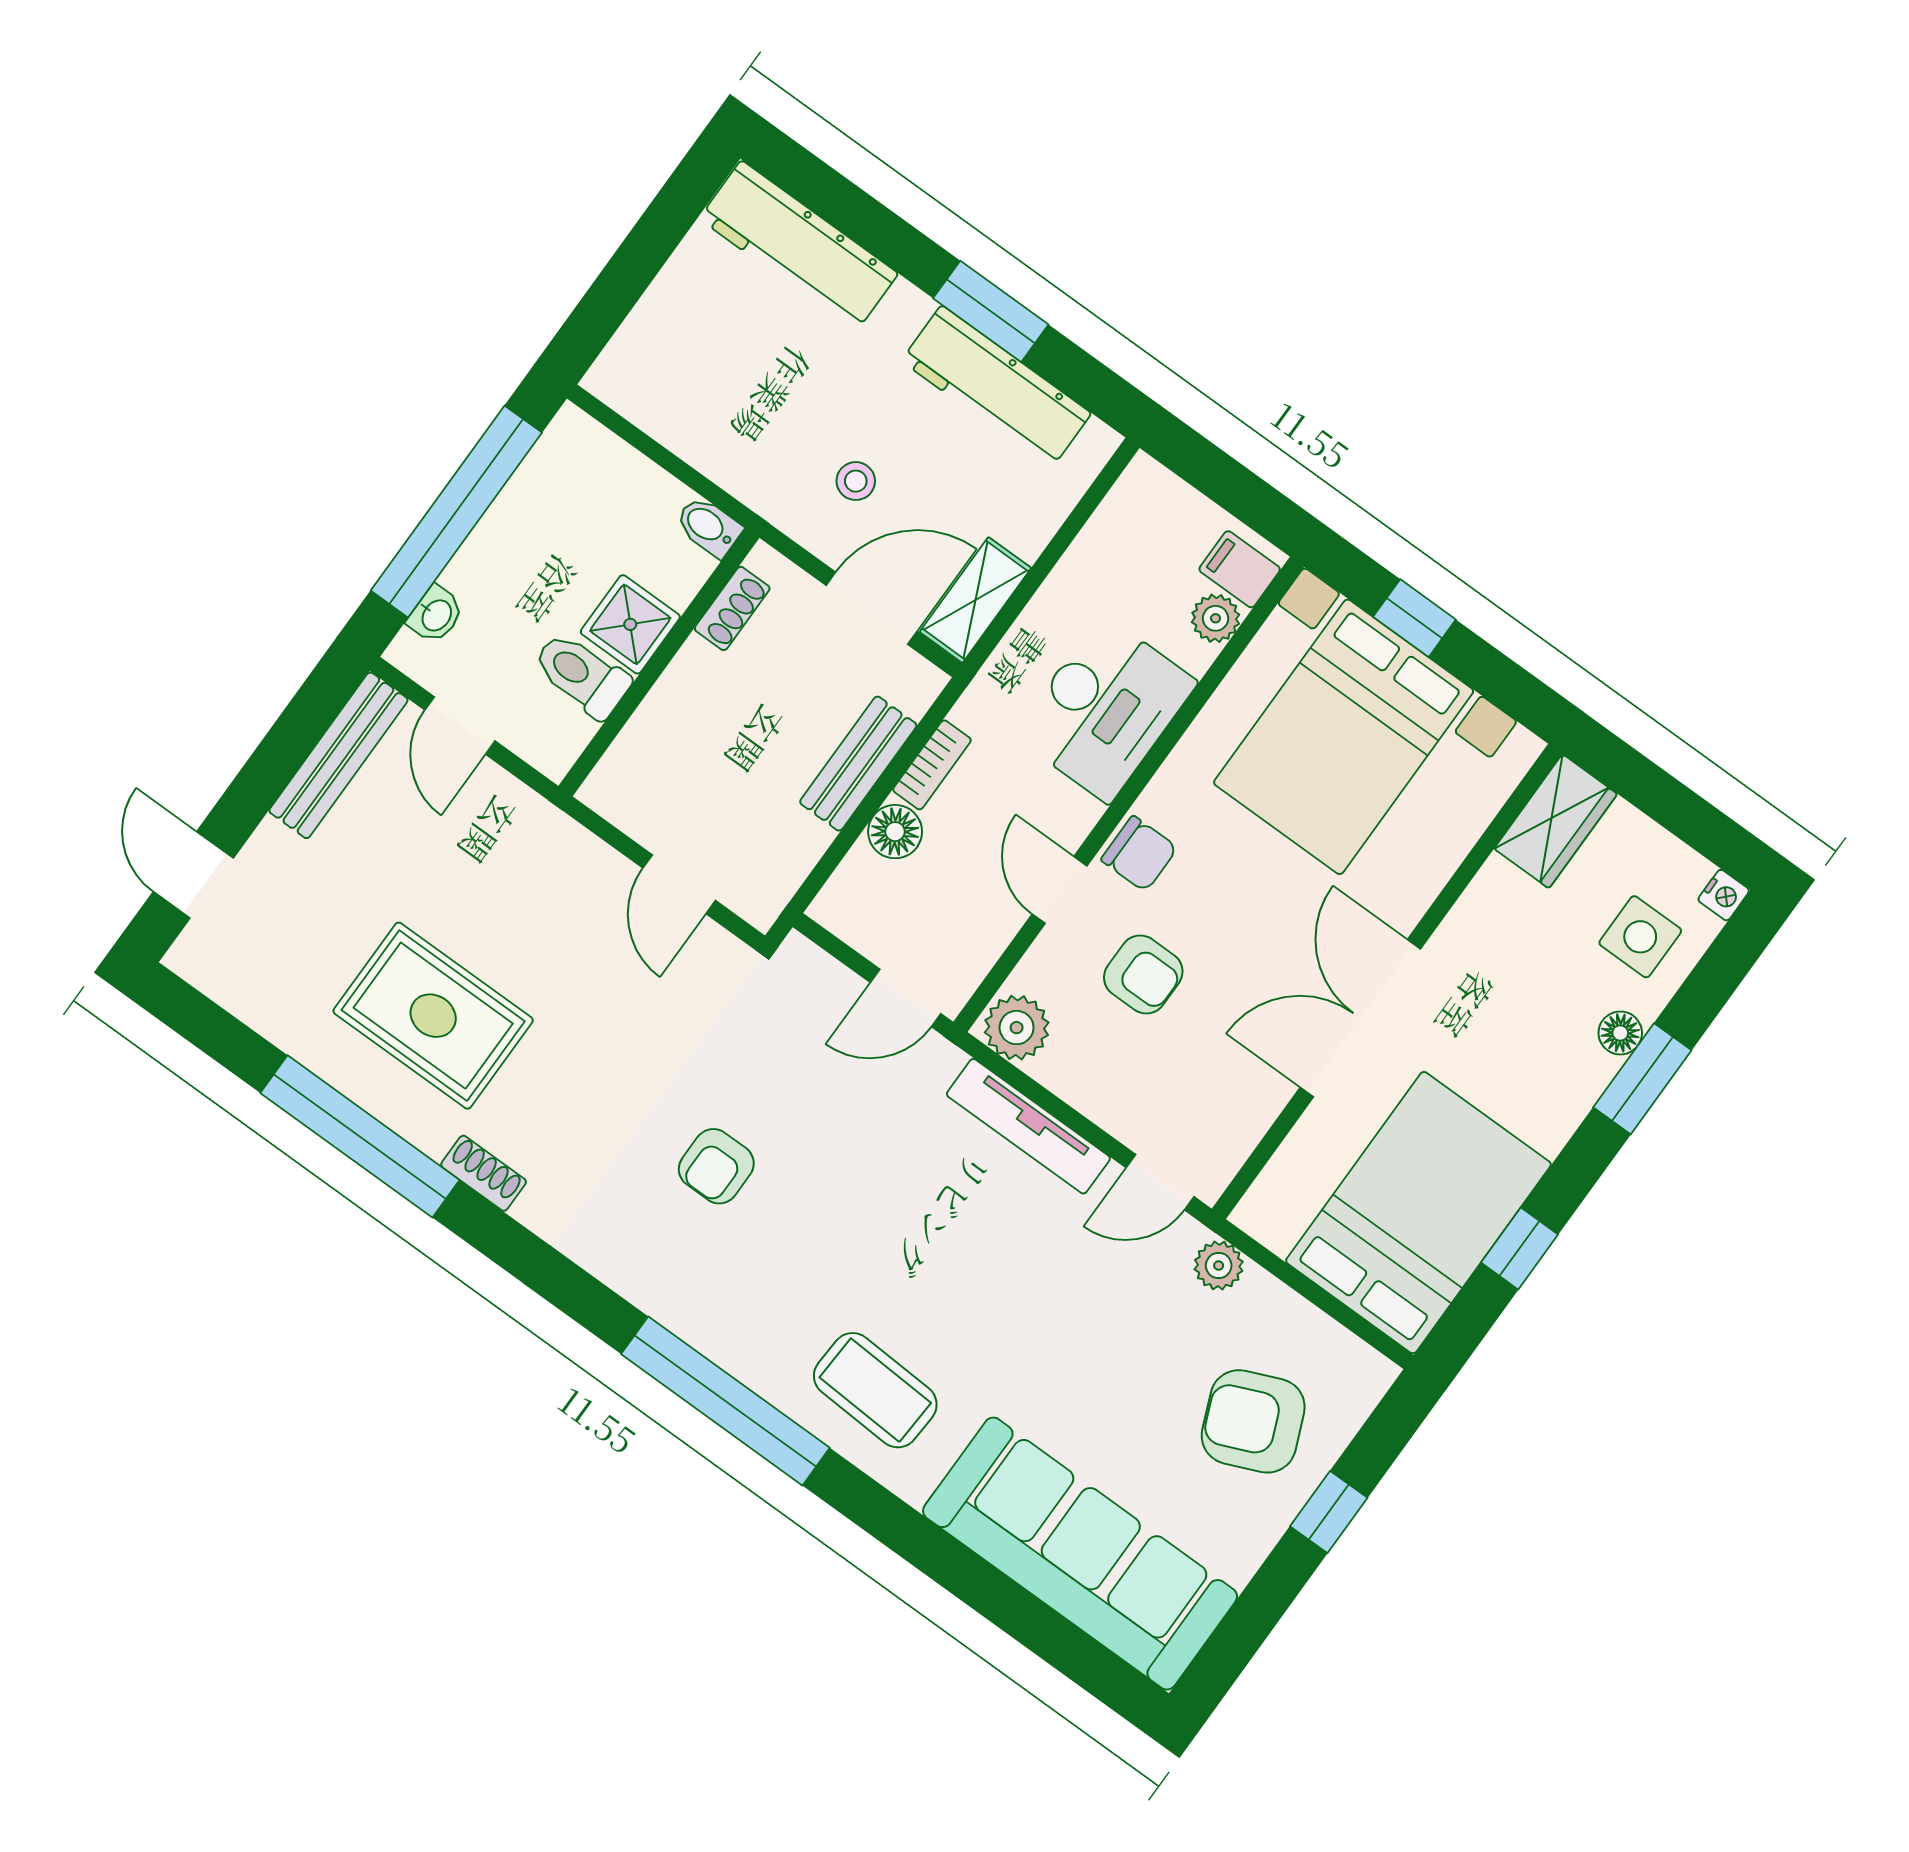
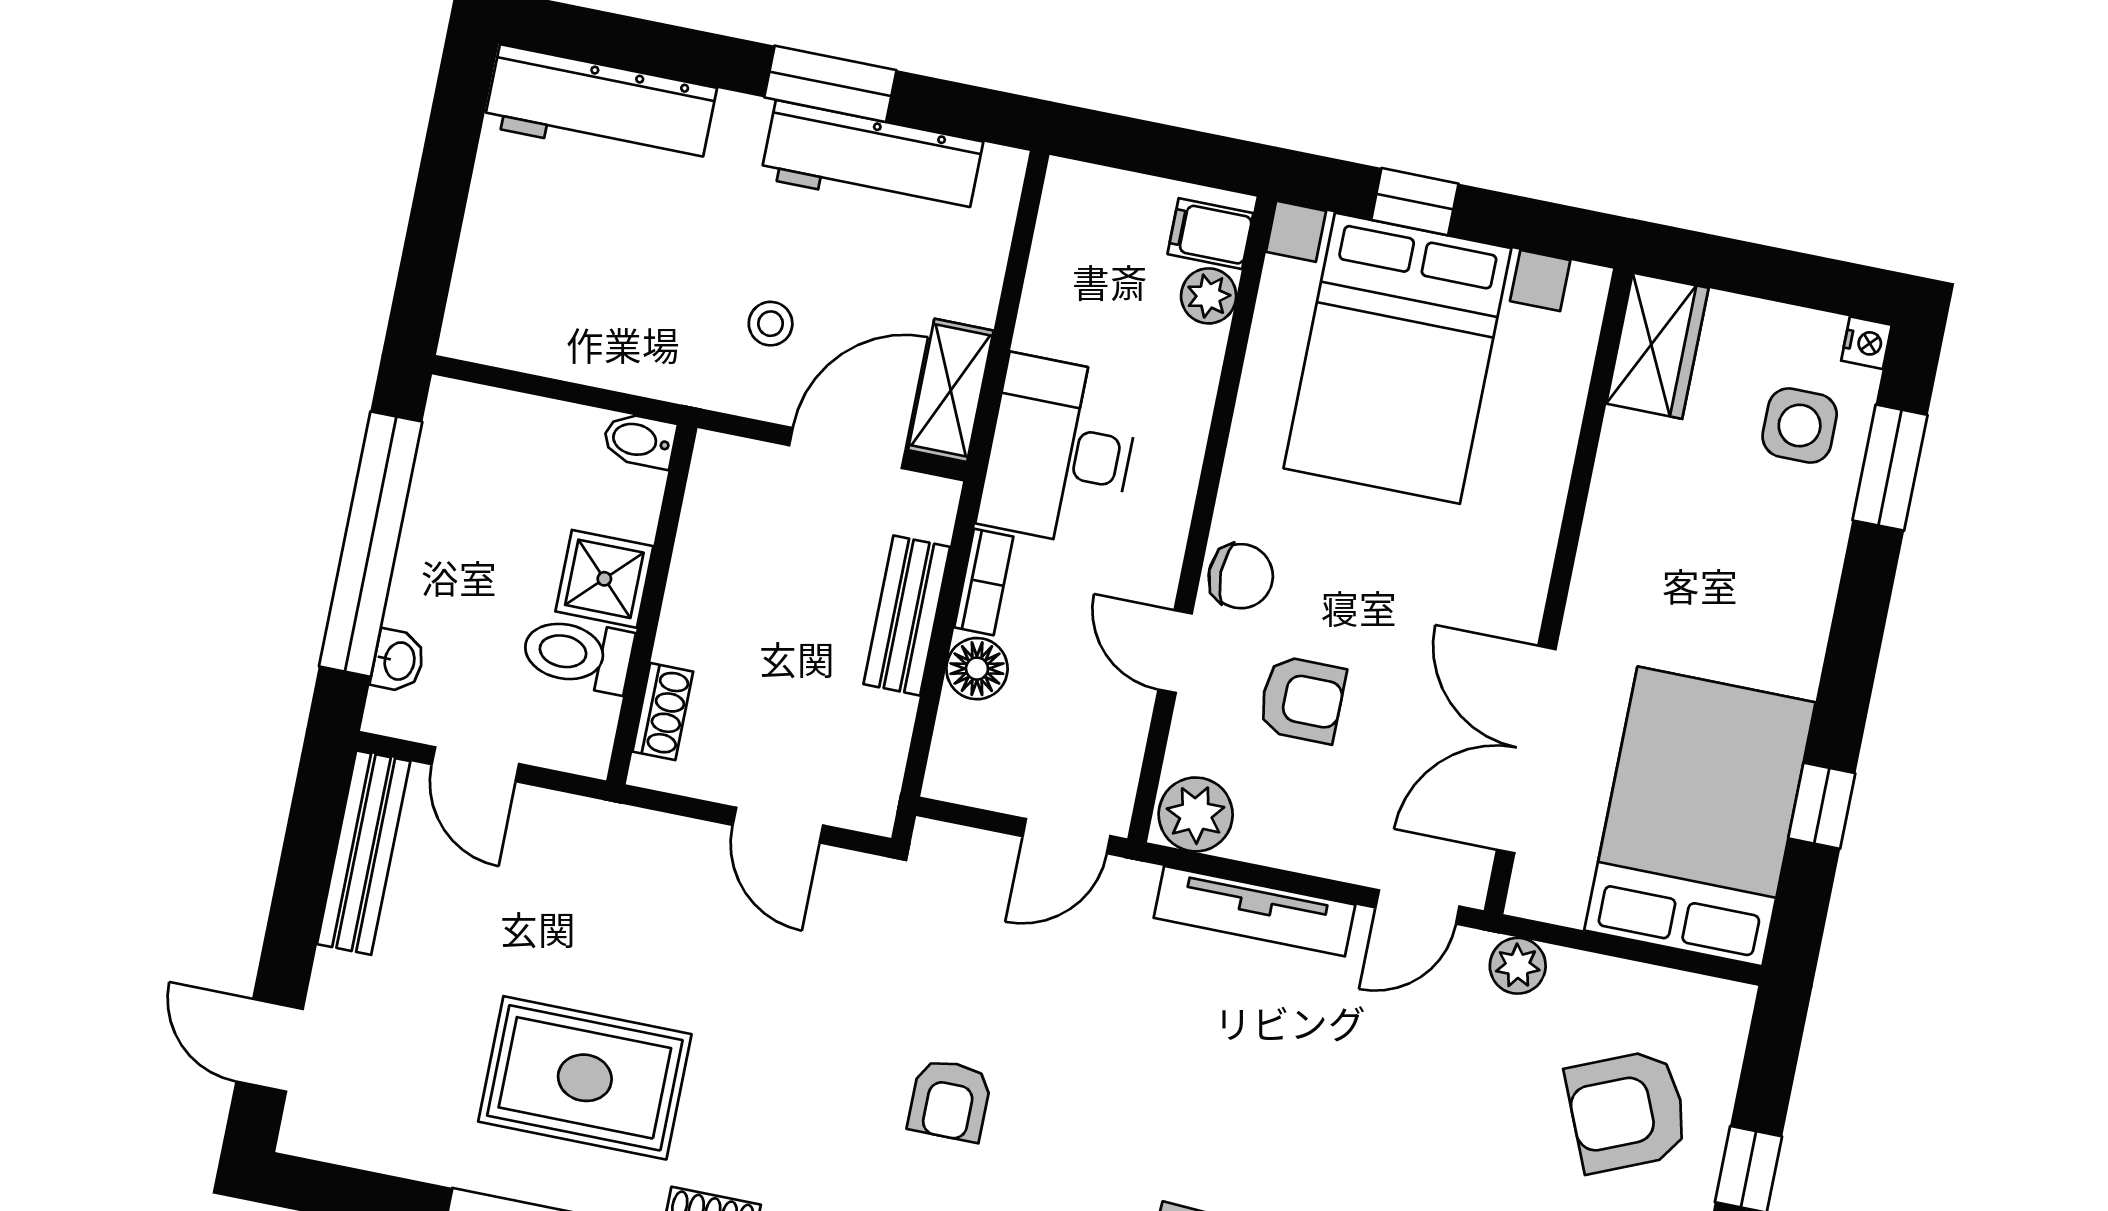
shoe rack: (732, 608) -> (663, 712), moved
desk: (1105, 709) -> (1060, 451), moved, turned 180
double door: (1360, 1018) -> (1526, 749), moved
floor lamp: (1620, 1033) -> (1824, 535), removed
window: (1642, 1079) -> (1890, 468), moved

